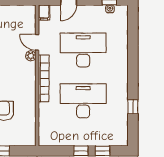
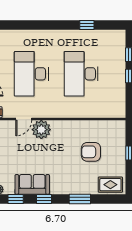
plant: (31, 56) -> (41, 130), width x1.88, depth x1.88
bookcase: (44, 78) -> (59, 113), removed

